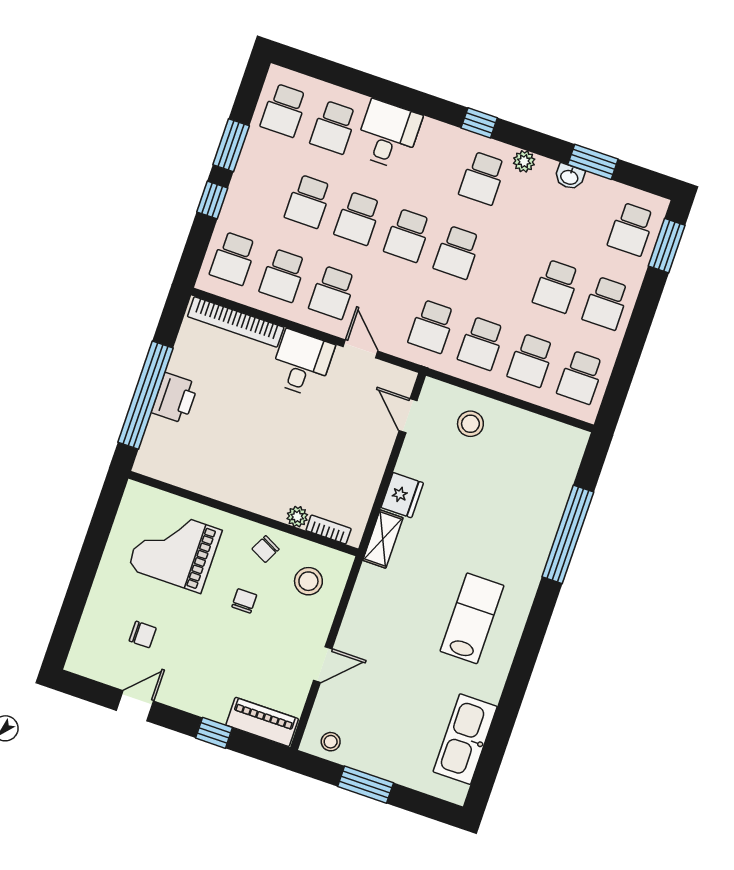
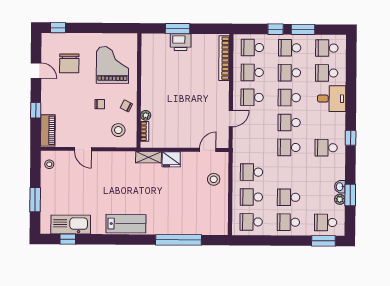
plant: (524, 161) -> (340, 199), moved
school desk: (432, 326) -> (290, 48), moved
desk: (302, 363) -> (215, 94), removed
window: (145, 395) -> (178, 29), width x0.47
lab bench: (472, 618) -> (126, 224), moved
window: (64, 633) -> (58, 28), added
chair: (143, 634) -> (69, 63), width x1.87, depth x1.87
window: (492, 755) -> (68, 239), added
window: (366, 785) -> (35, 200), moved

